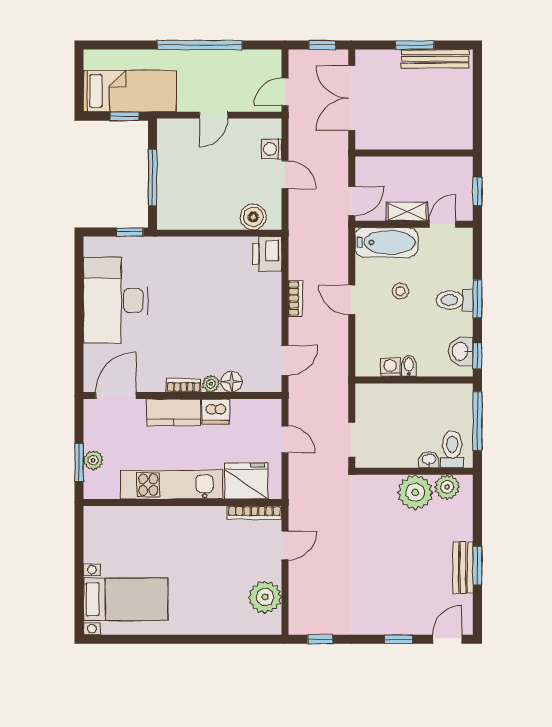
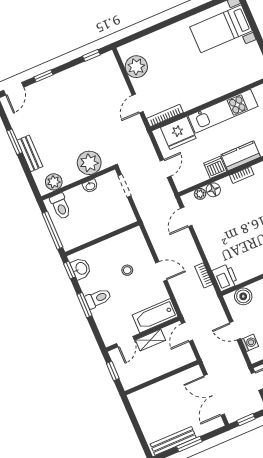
double door: (352, 98) -> (214, 395), swing flipped
stool: (400, 291) -> (127, 270), moved
bookcase: (295, 298) -> (204, 275), moved
bidet: (409, 366) -> (109, 246), removed
washing machine: (390, 367) -> (120, 240), removed
plant: (211, 384) -> (200, 194), moved
door: (285, 439) -> (166, 169), swing flipped
washbasin: (429, 460) -> (90, 186), moved
plant: (415, 492) -> (89, 163), moved
bench: (463, 568) -> (30, 153), moved

